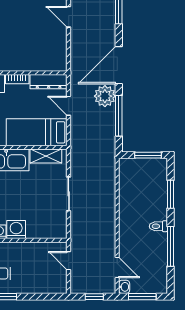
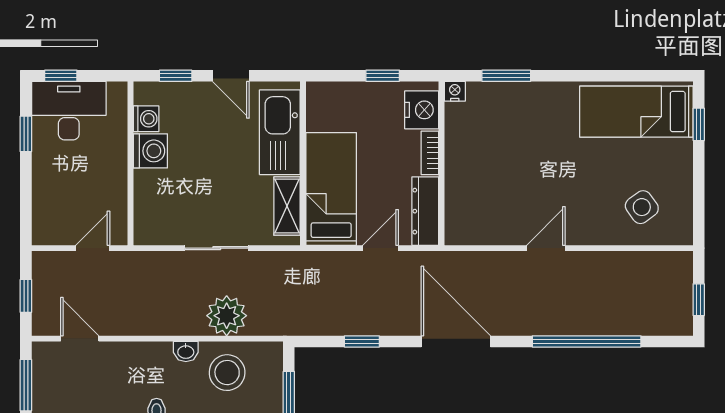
plant: (105, 96) -> (227, 316), moved
window: (119, 116) -> (362, 341), width x0.46
stool: (135, 188) -> (227, 373), added
door: (117, 268) -> (80, 339), swing flipped
washbasin: (124, 287) -> (186, 351), moved

